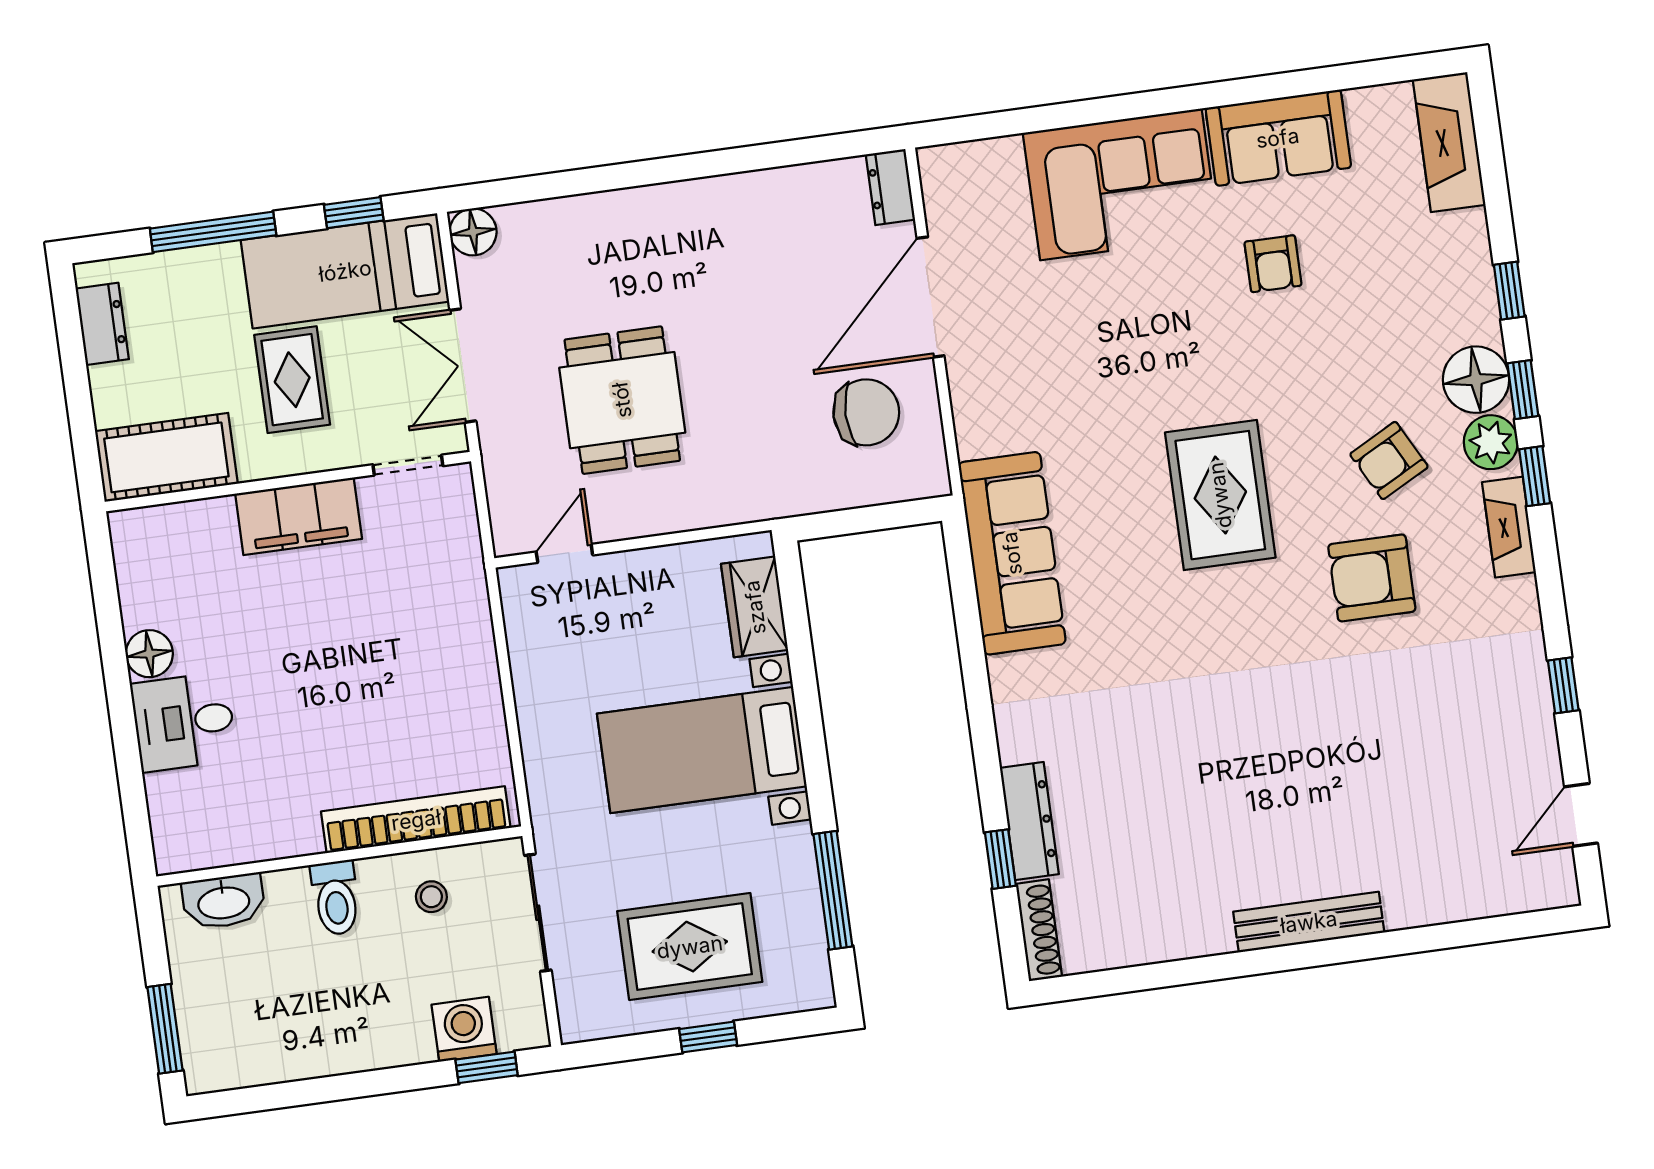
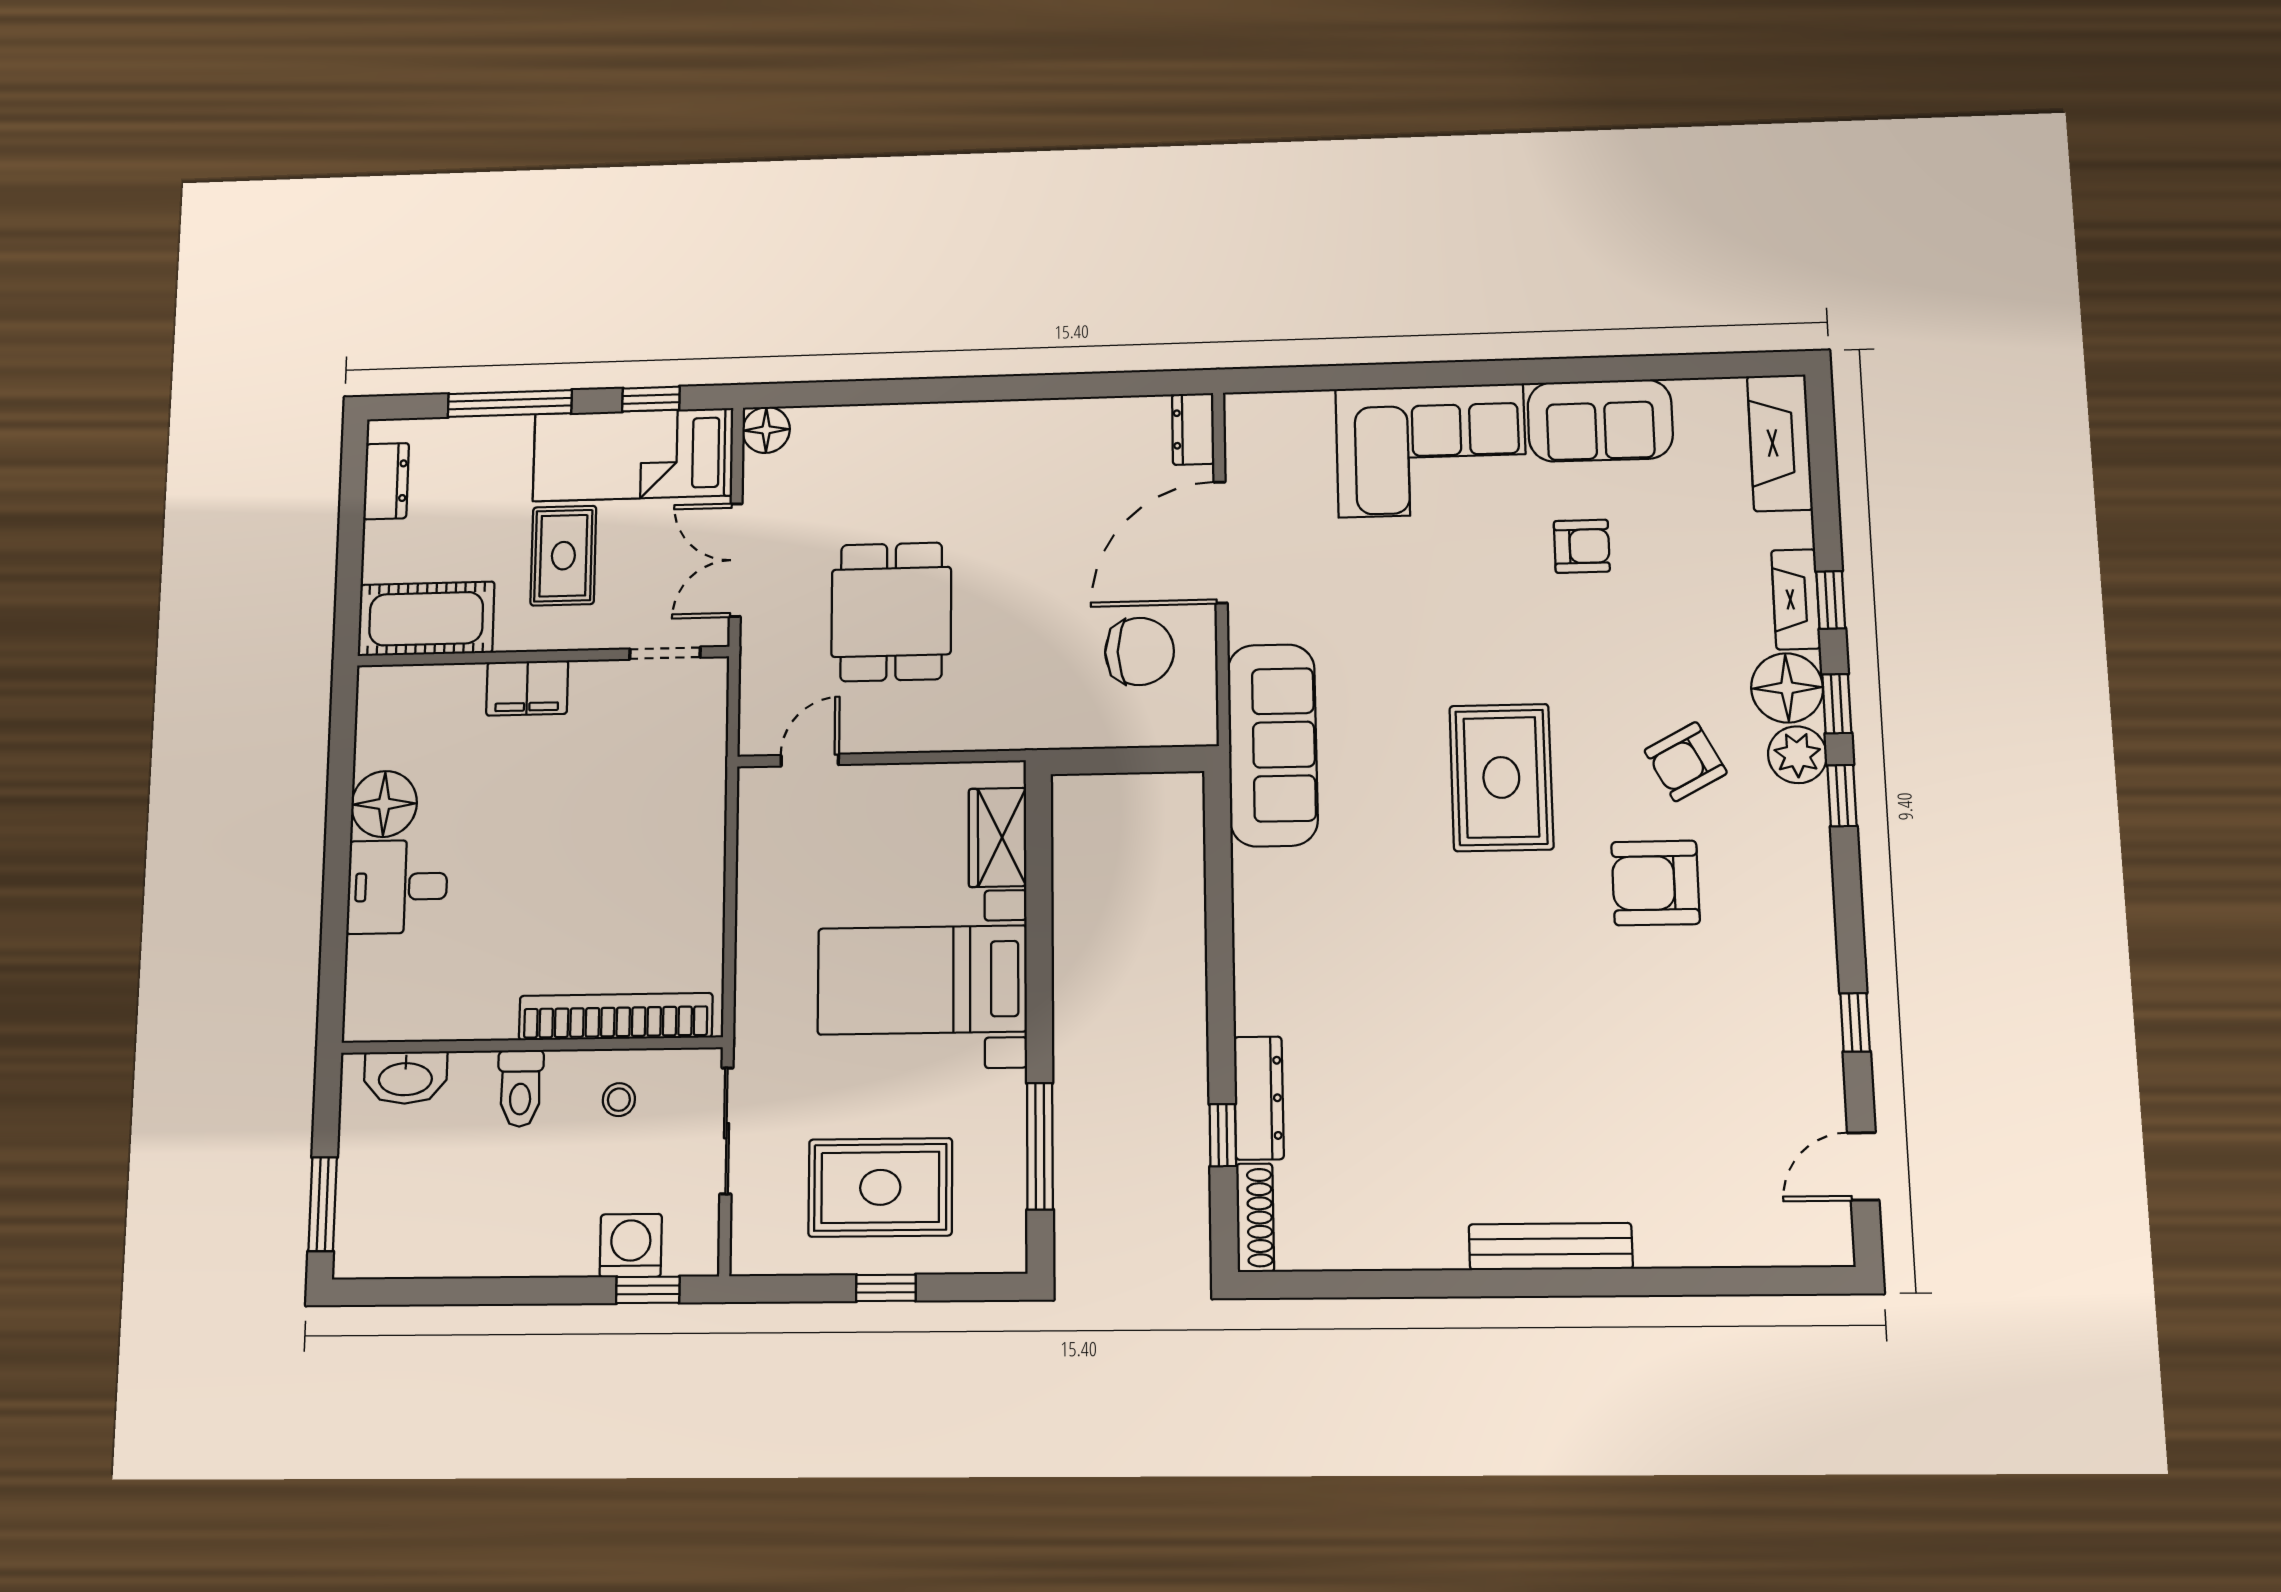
armchair: (1273, 264) -> (1582, 546), turned -90
filing cabinet: (299, 516) -> (527, 688), width x0.67, depth x0.86
fireplace: (1509, 527) -> (1796, 599), moved
sofa: (1012, 553) -> (1273, 745), moved
floor lamp: (149, 654) -> (384, 804), width x1.38, depth x1.38

